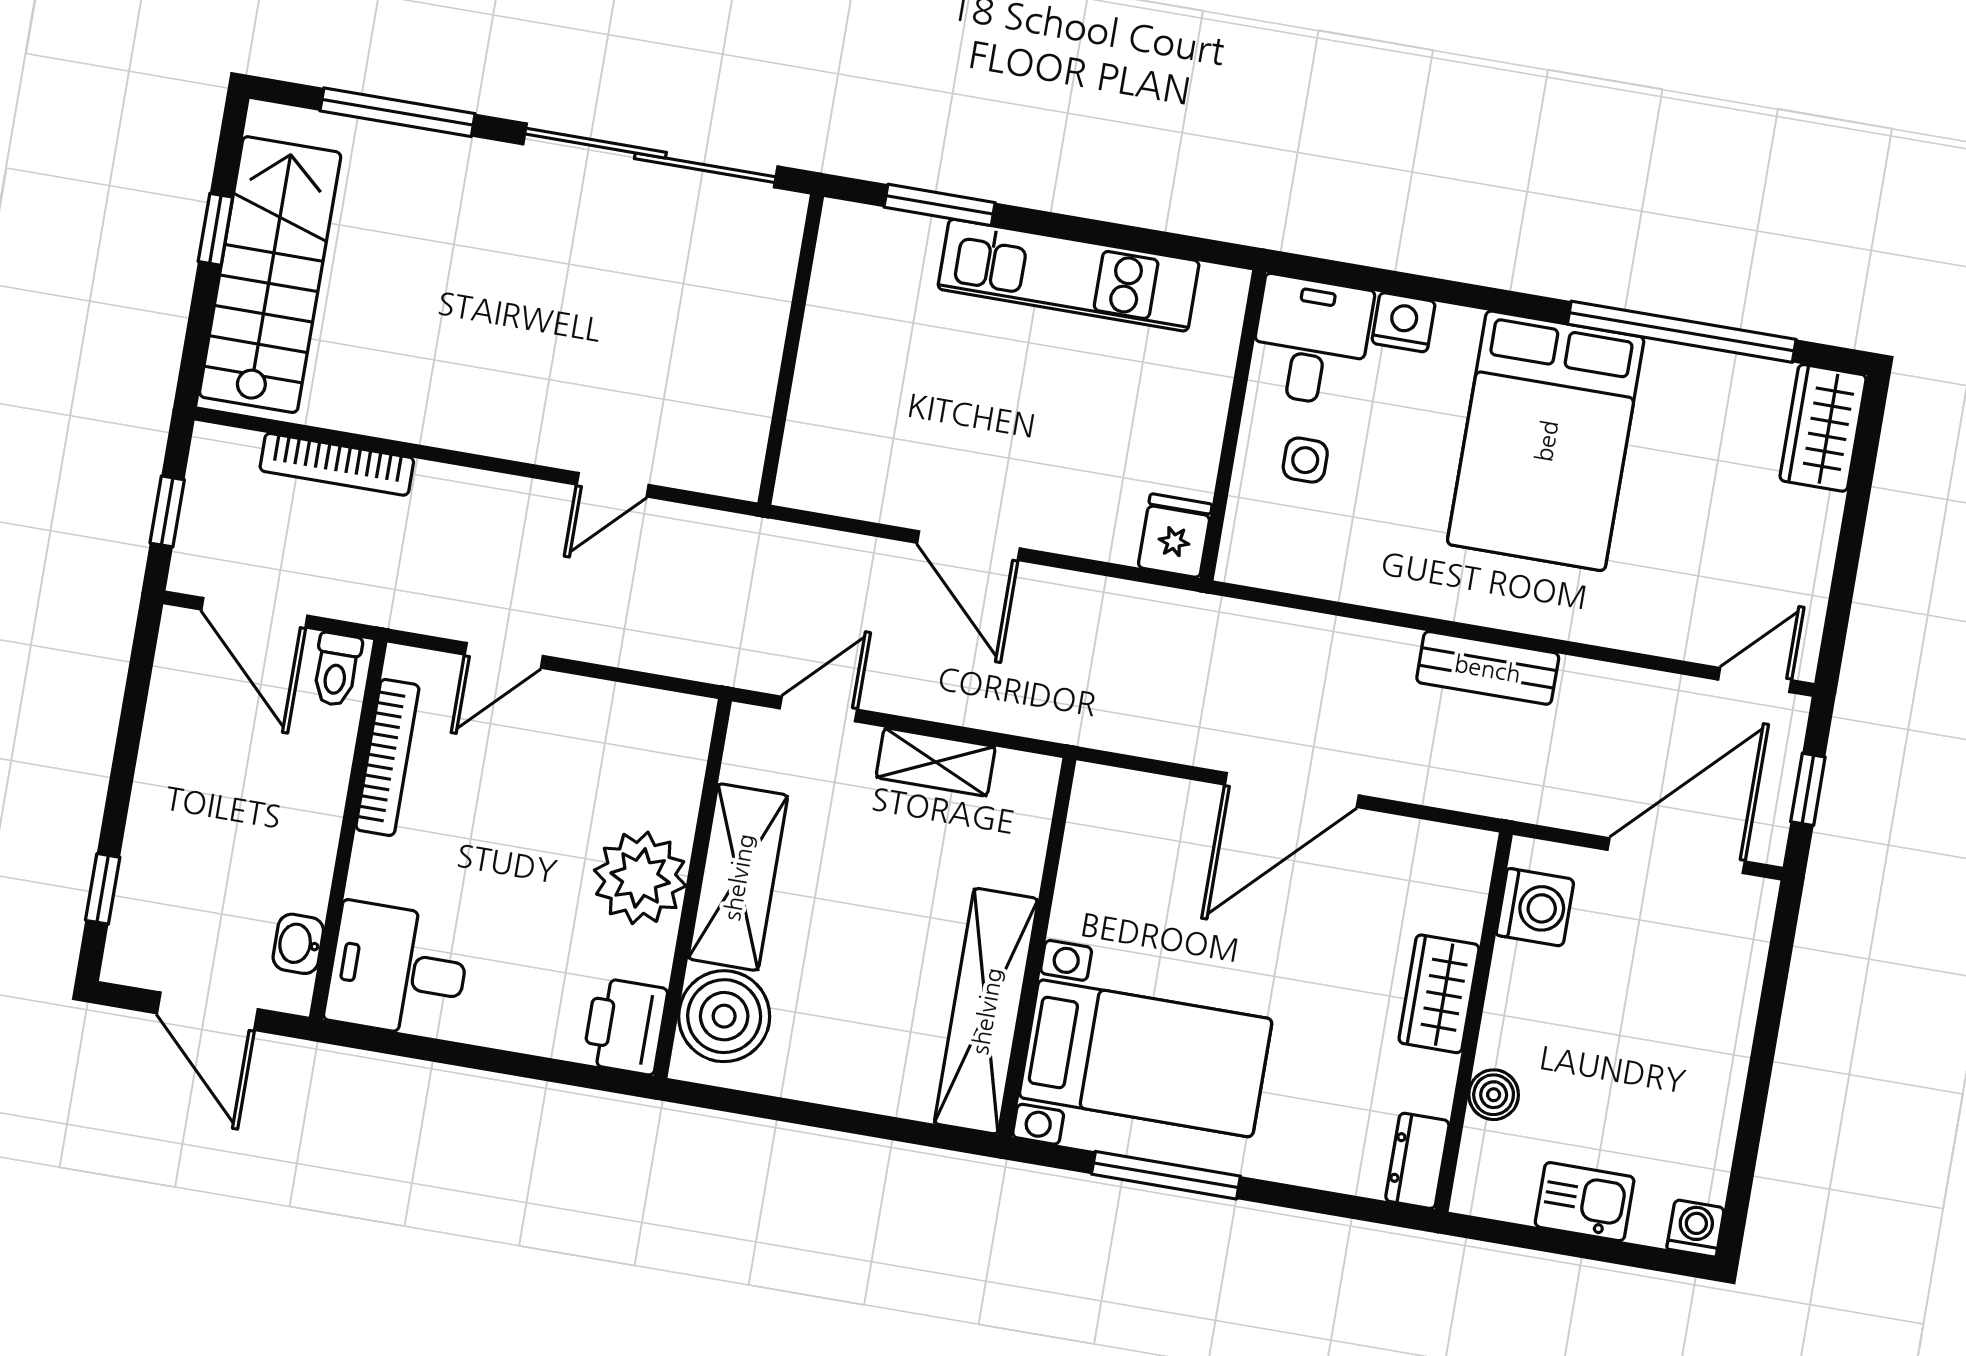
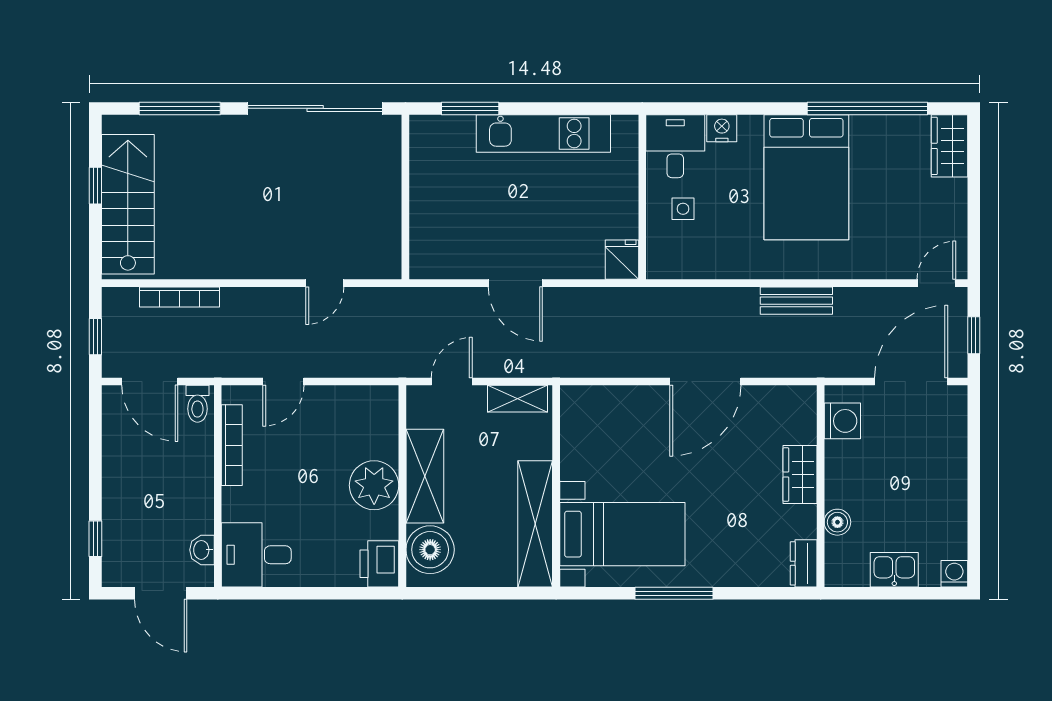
wall: (1037, 947) -> (556, 486), moved
shelving: (986, 1011) -> (535, 524), moved
bed with nightstands: (1146, 1058) -> (622, 534), moved

